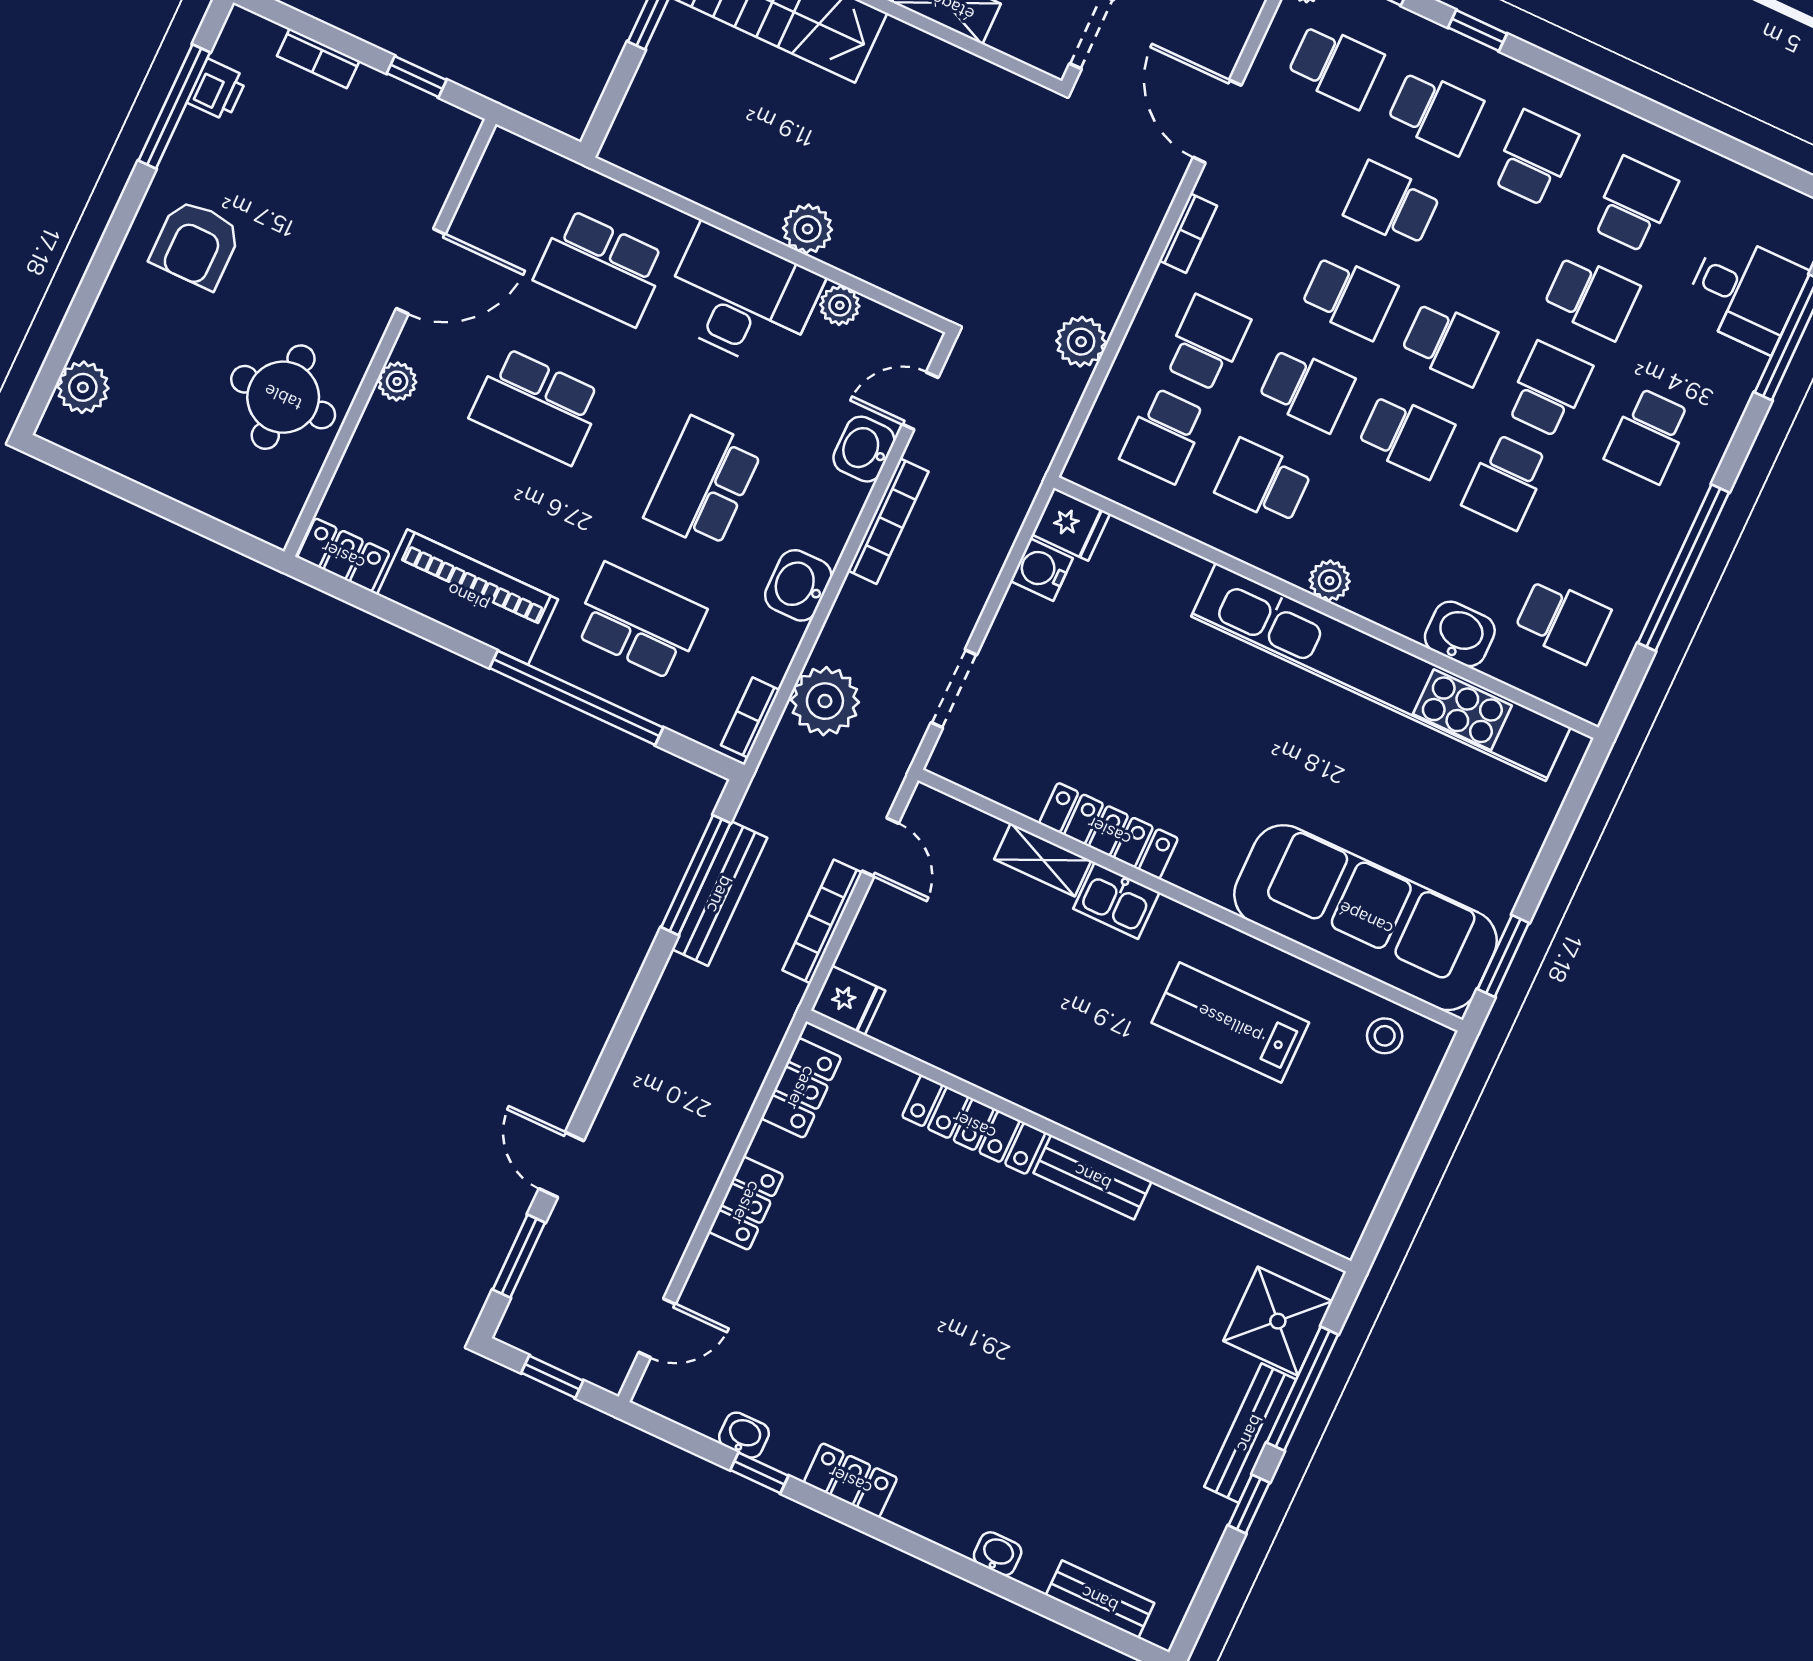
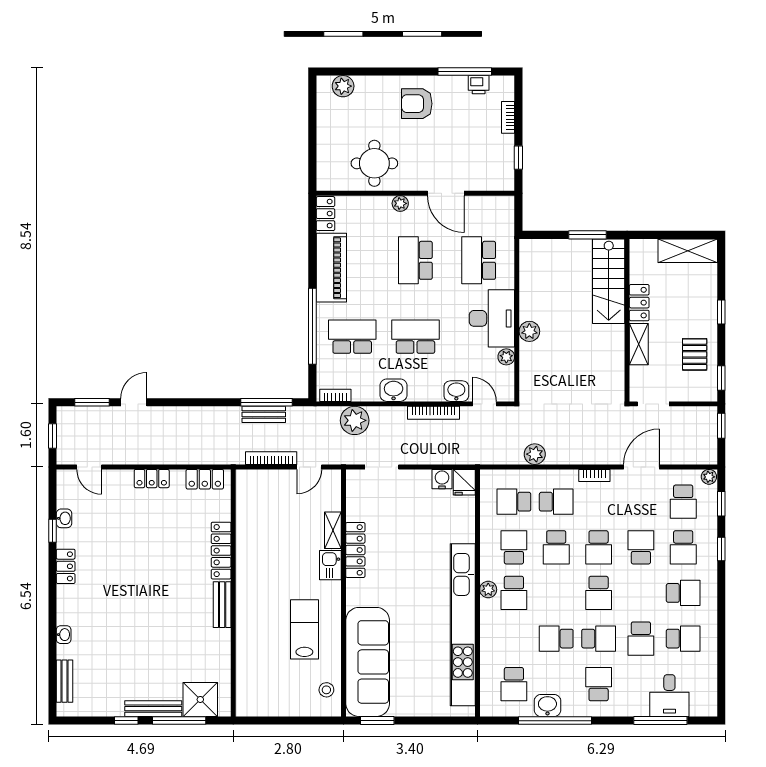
school desk: (1406, 436) -> (514, 593), moved
school desk: (1648, 436) -> (599, 684), turned 90
school desk: (639, 622) -> (352, 337), turned -90
washbasin: (1460, 634) -> (547, 705), moved, turned -90
bench: (720, 894) -> (264, 414), width x0.73
fridge: (848, 1000) -> (246, 482), removed

